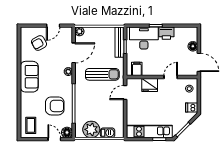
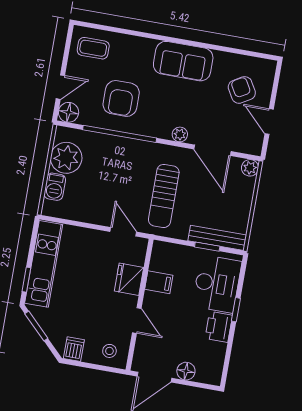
filing cabinet: (137, 69) -> (159, 282), moved

